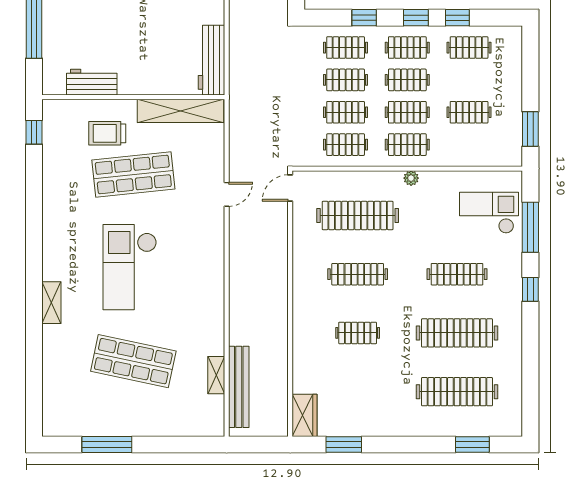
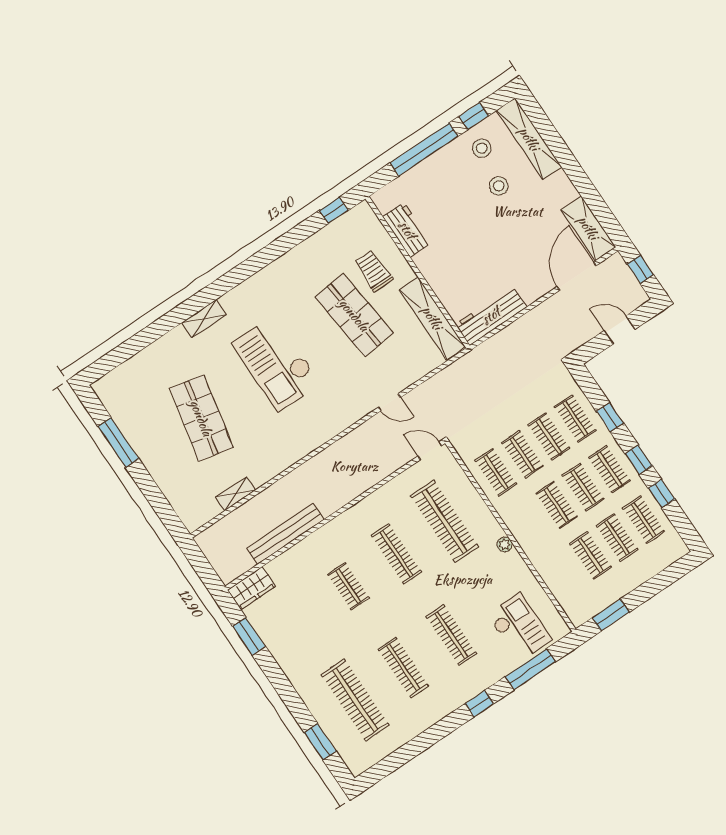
clothes rail: (407, 145) -> (617, 538), moved
checkout: (130, 267) -> (276, 363), turned -90
clothes rail: (457, 333) -> (403, 668), width x0.73, depth x0.76
bench: (239, 387) -> (285, 534), moved

